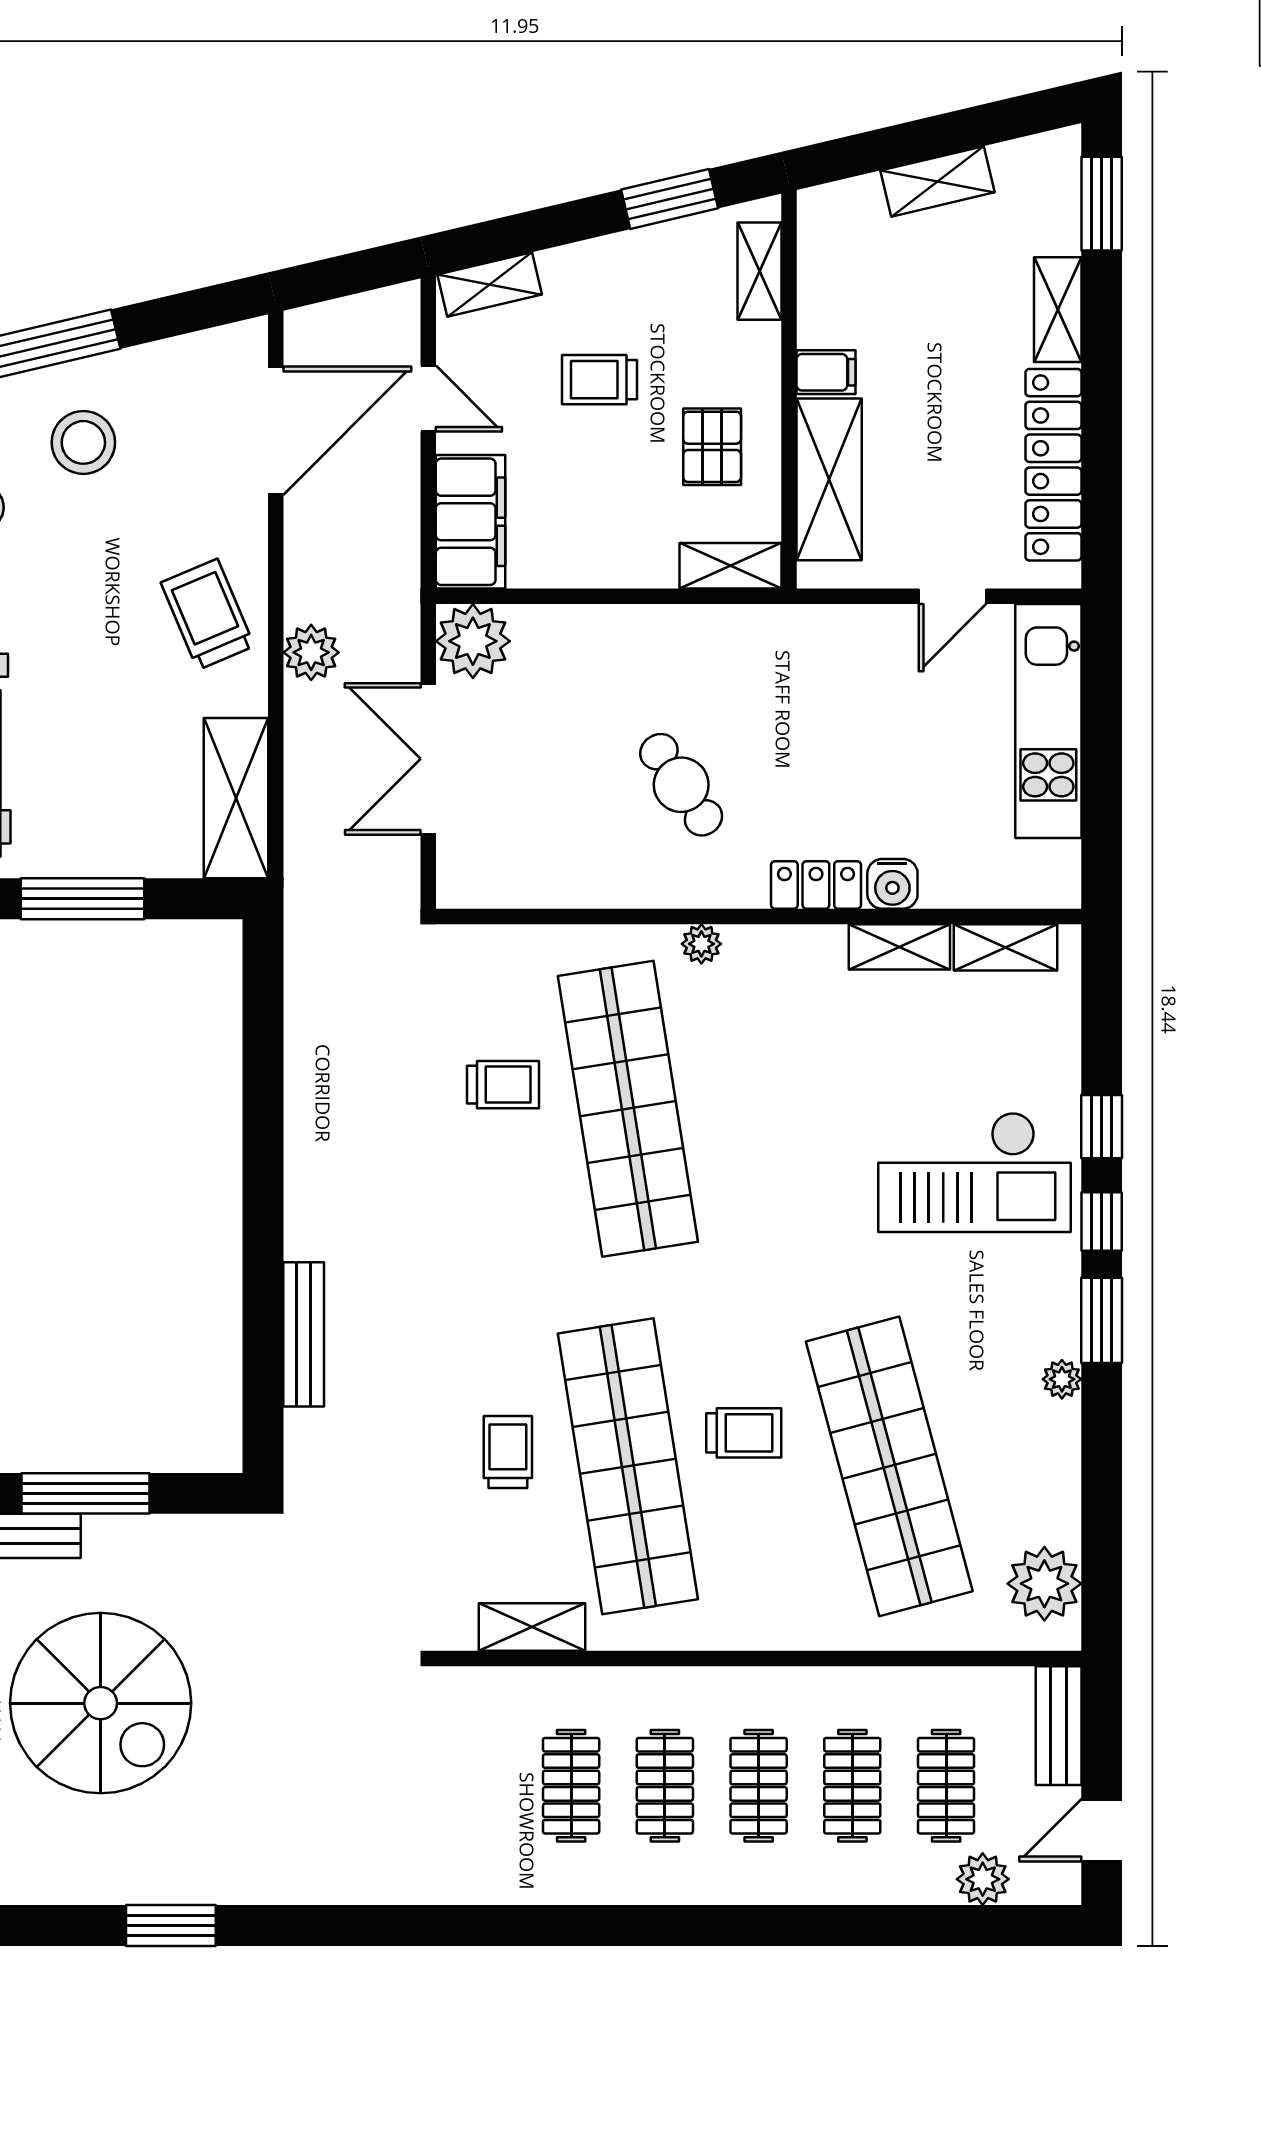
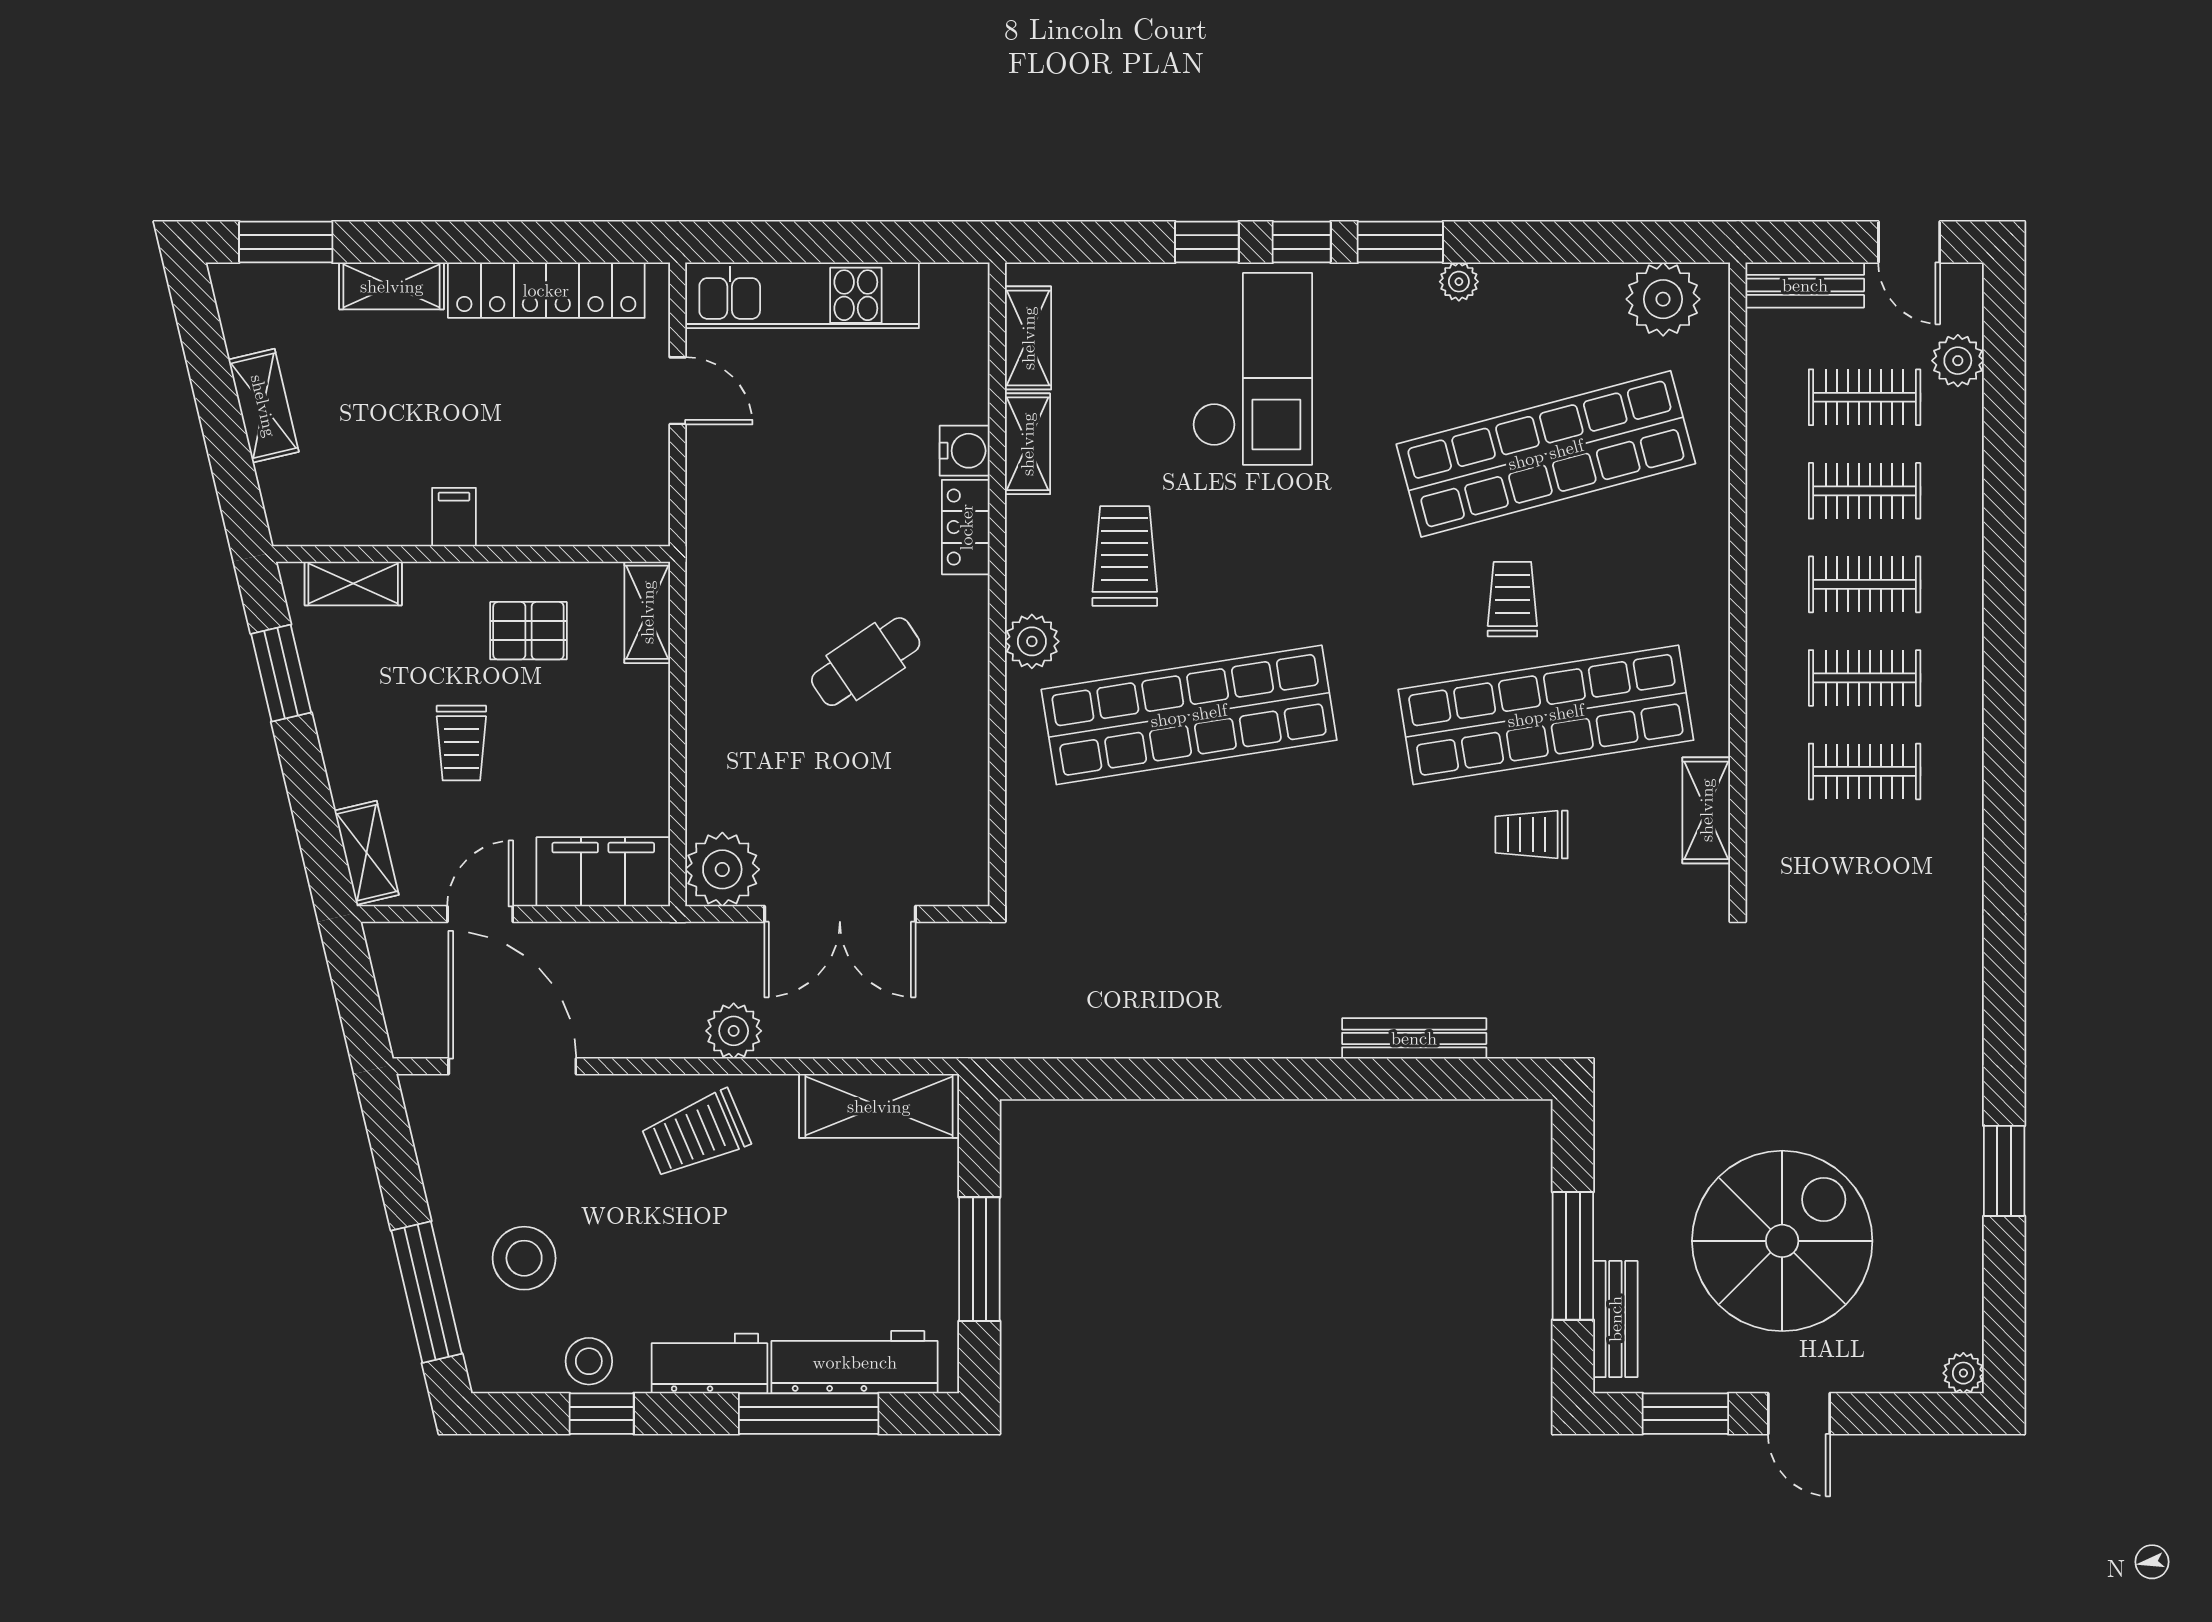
shelving: (829, 479) -> (561, 514), removed
plant: (701, 944) -> (1032, 641), width x1.38, depth x1.38
trolley: (503, 1085) -> (1125, 556), moved, width x1.36, depth x1.39

